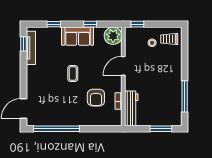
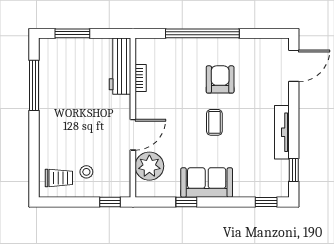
window: (54, 24) -> (266, 202), moved
plant: (113, 36) -> (149, 166), moved
tv unit: (31, 48) -> (282, 132), moved
armchair: (96, 98) -> (220, 79), moved
window: (56, 129) -> (202, 33), moved

